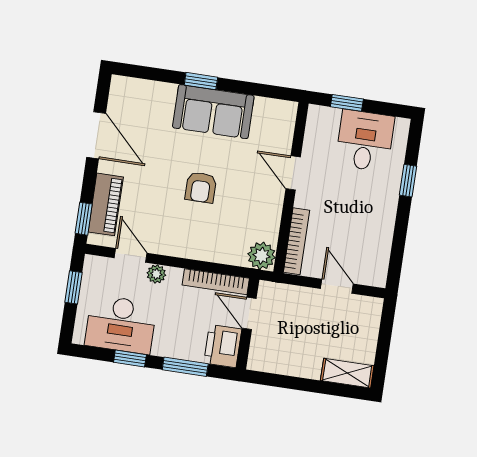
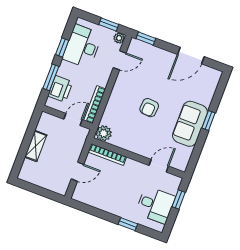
door: (293, 173) -> (159, 166), moved
armchair: (201, 187) -> (149, 108), turned -86
piano: (106, 204) -> (151, 52), removed
plant: (156, 274) -> (119, 38), moved
printer: (223, 346) -> (60, 89), moved, turned 90
shelving: (347, 373) -> (36, 146), moved

